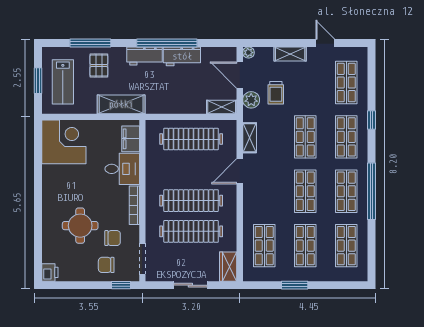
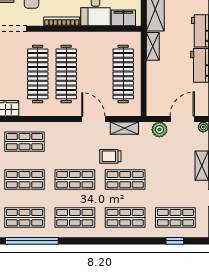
trolley: (276, 93) -> (110, 156), moved
shelving: (222, 107) -> (153, 46), moved
window: (371, 120) -> (175, 241), moved
window: (371, 191) -> (32, 241), moved

